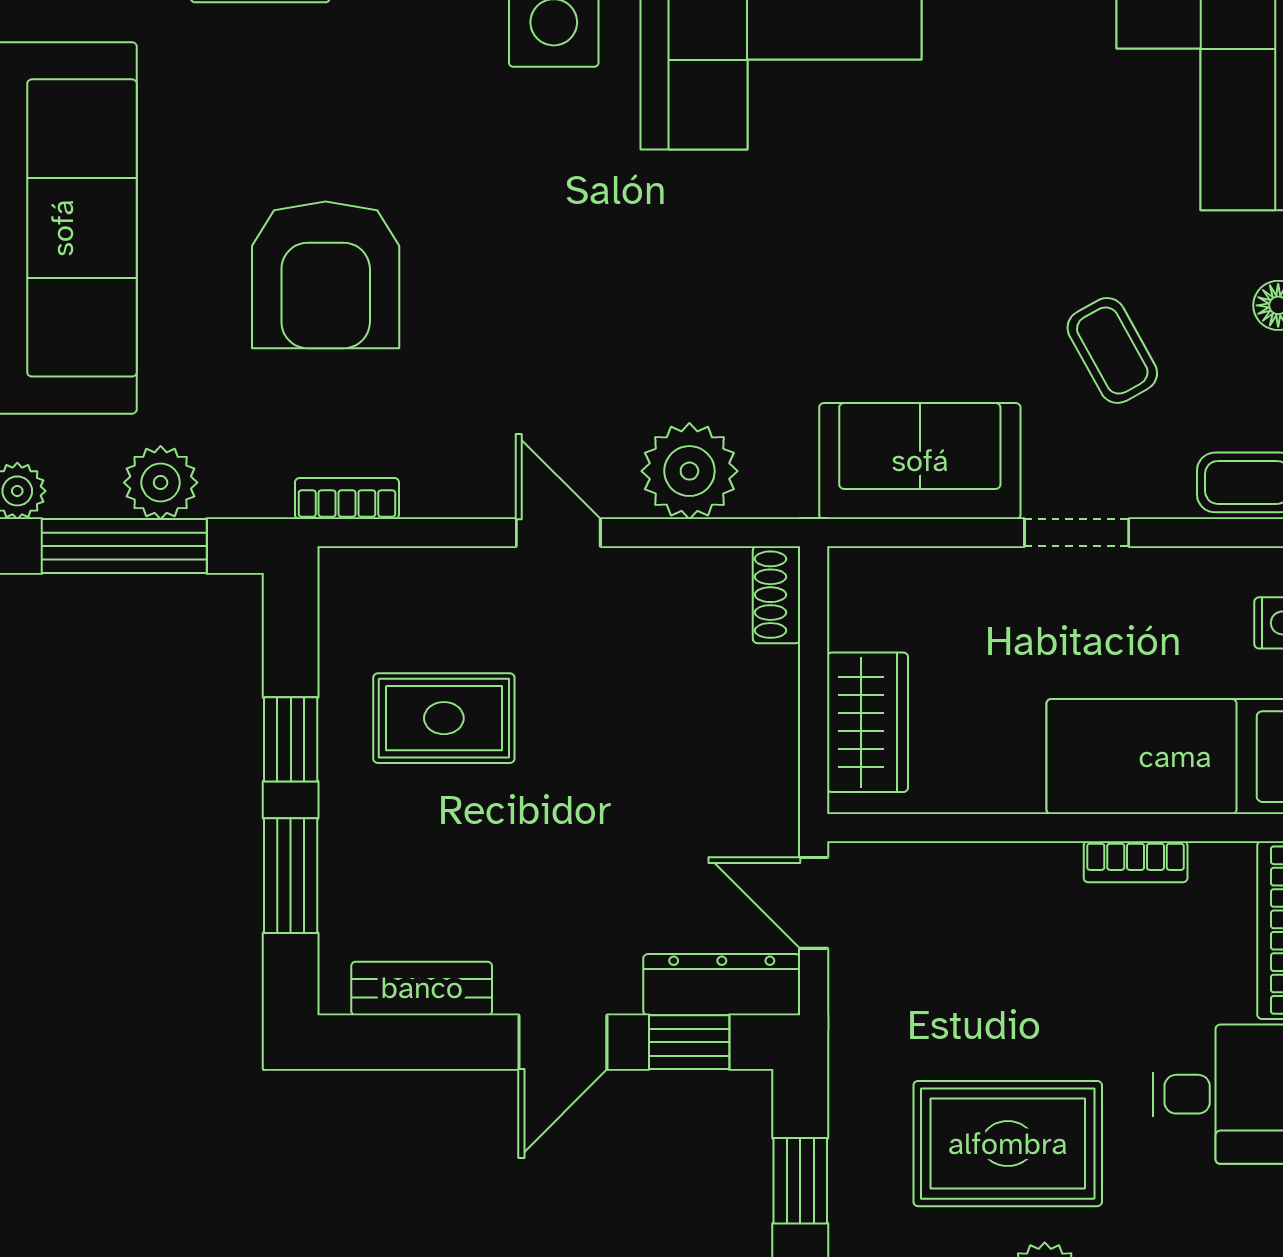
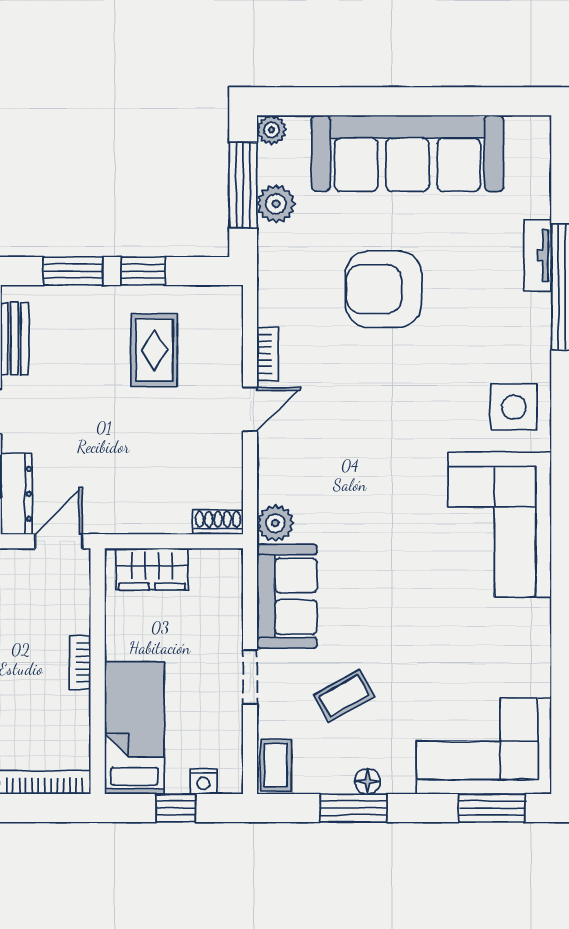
plant: (689, 471) -> (275, 523), moved, width x0.73, depth x0.73
bookcase: (347, 499) -> (268, 354), moved
bookcase: (1136, 862) -> (80, 662), moved

